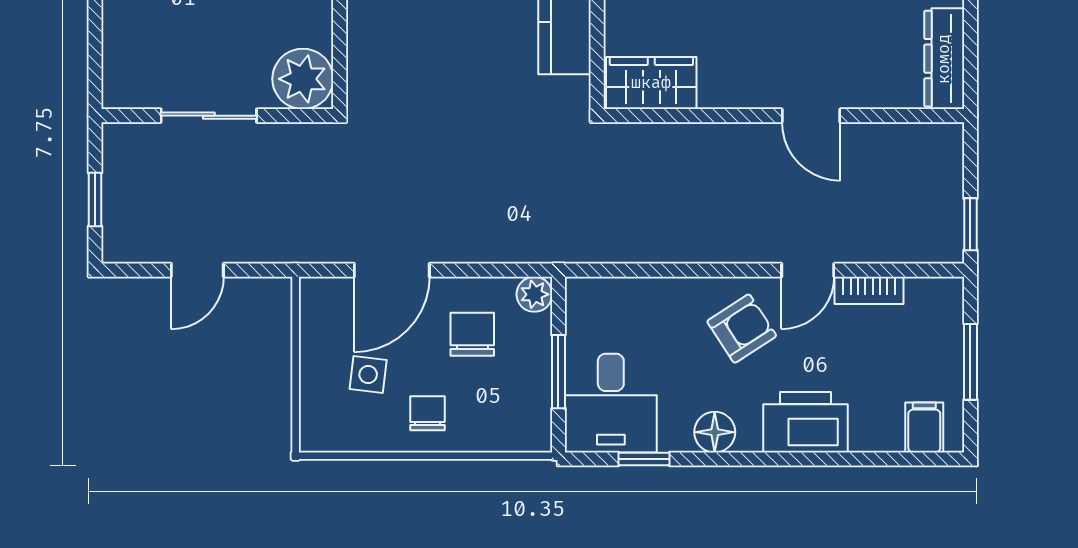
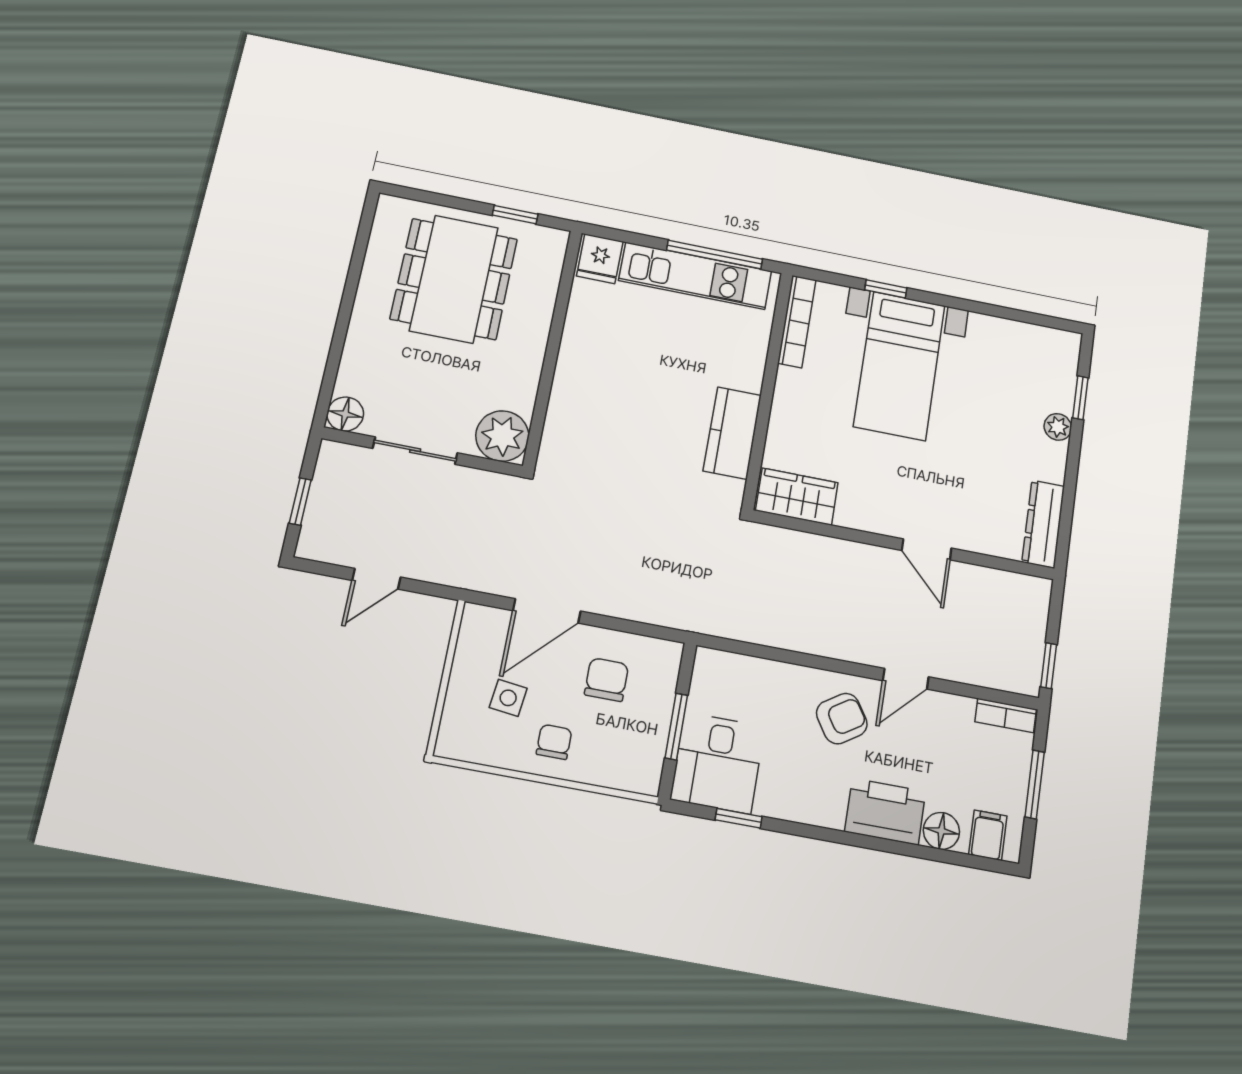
floor lamp: (122, 89) -> (345, 414), added
bookcase: (869, 290) -> (1006, 715), moved
plant: (534, 294) -> (667, 655), removed
floor lamp: (715, 432) -> (941, 831), moved

